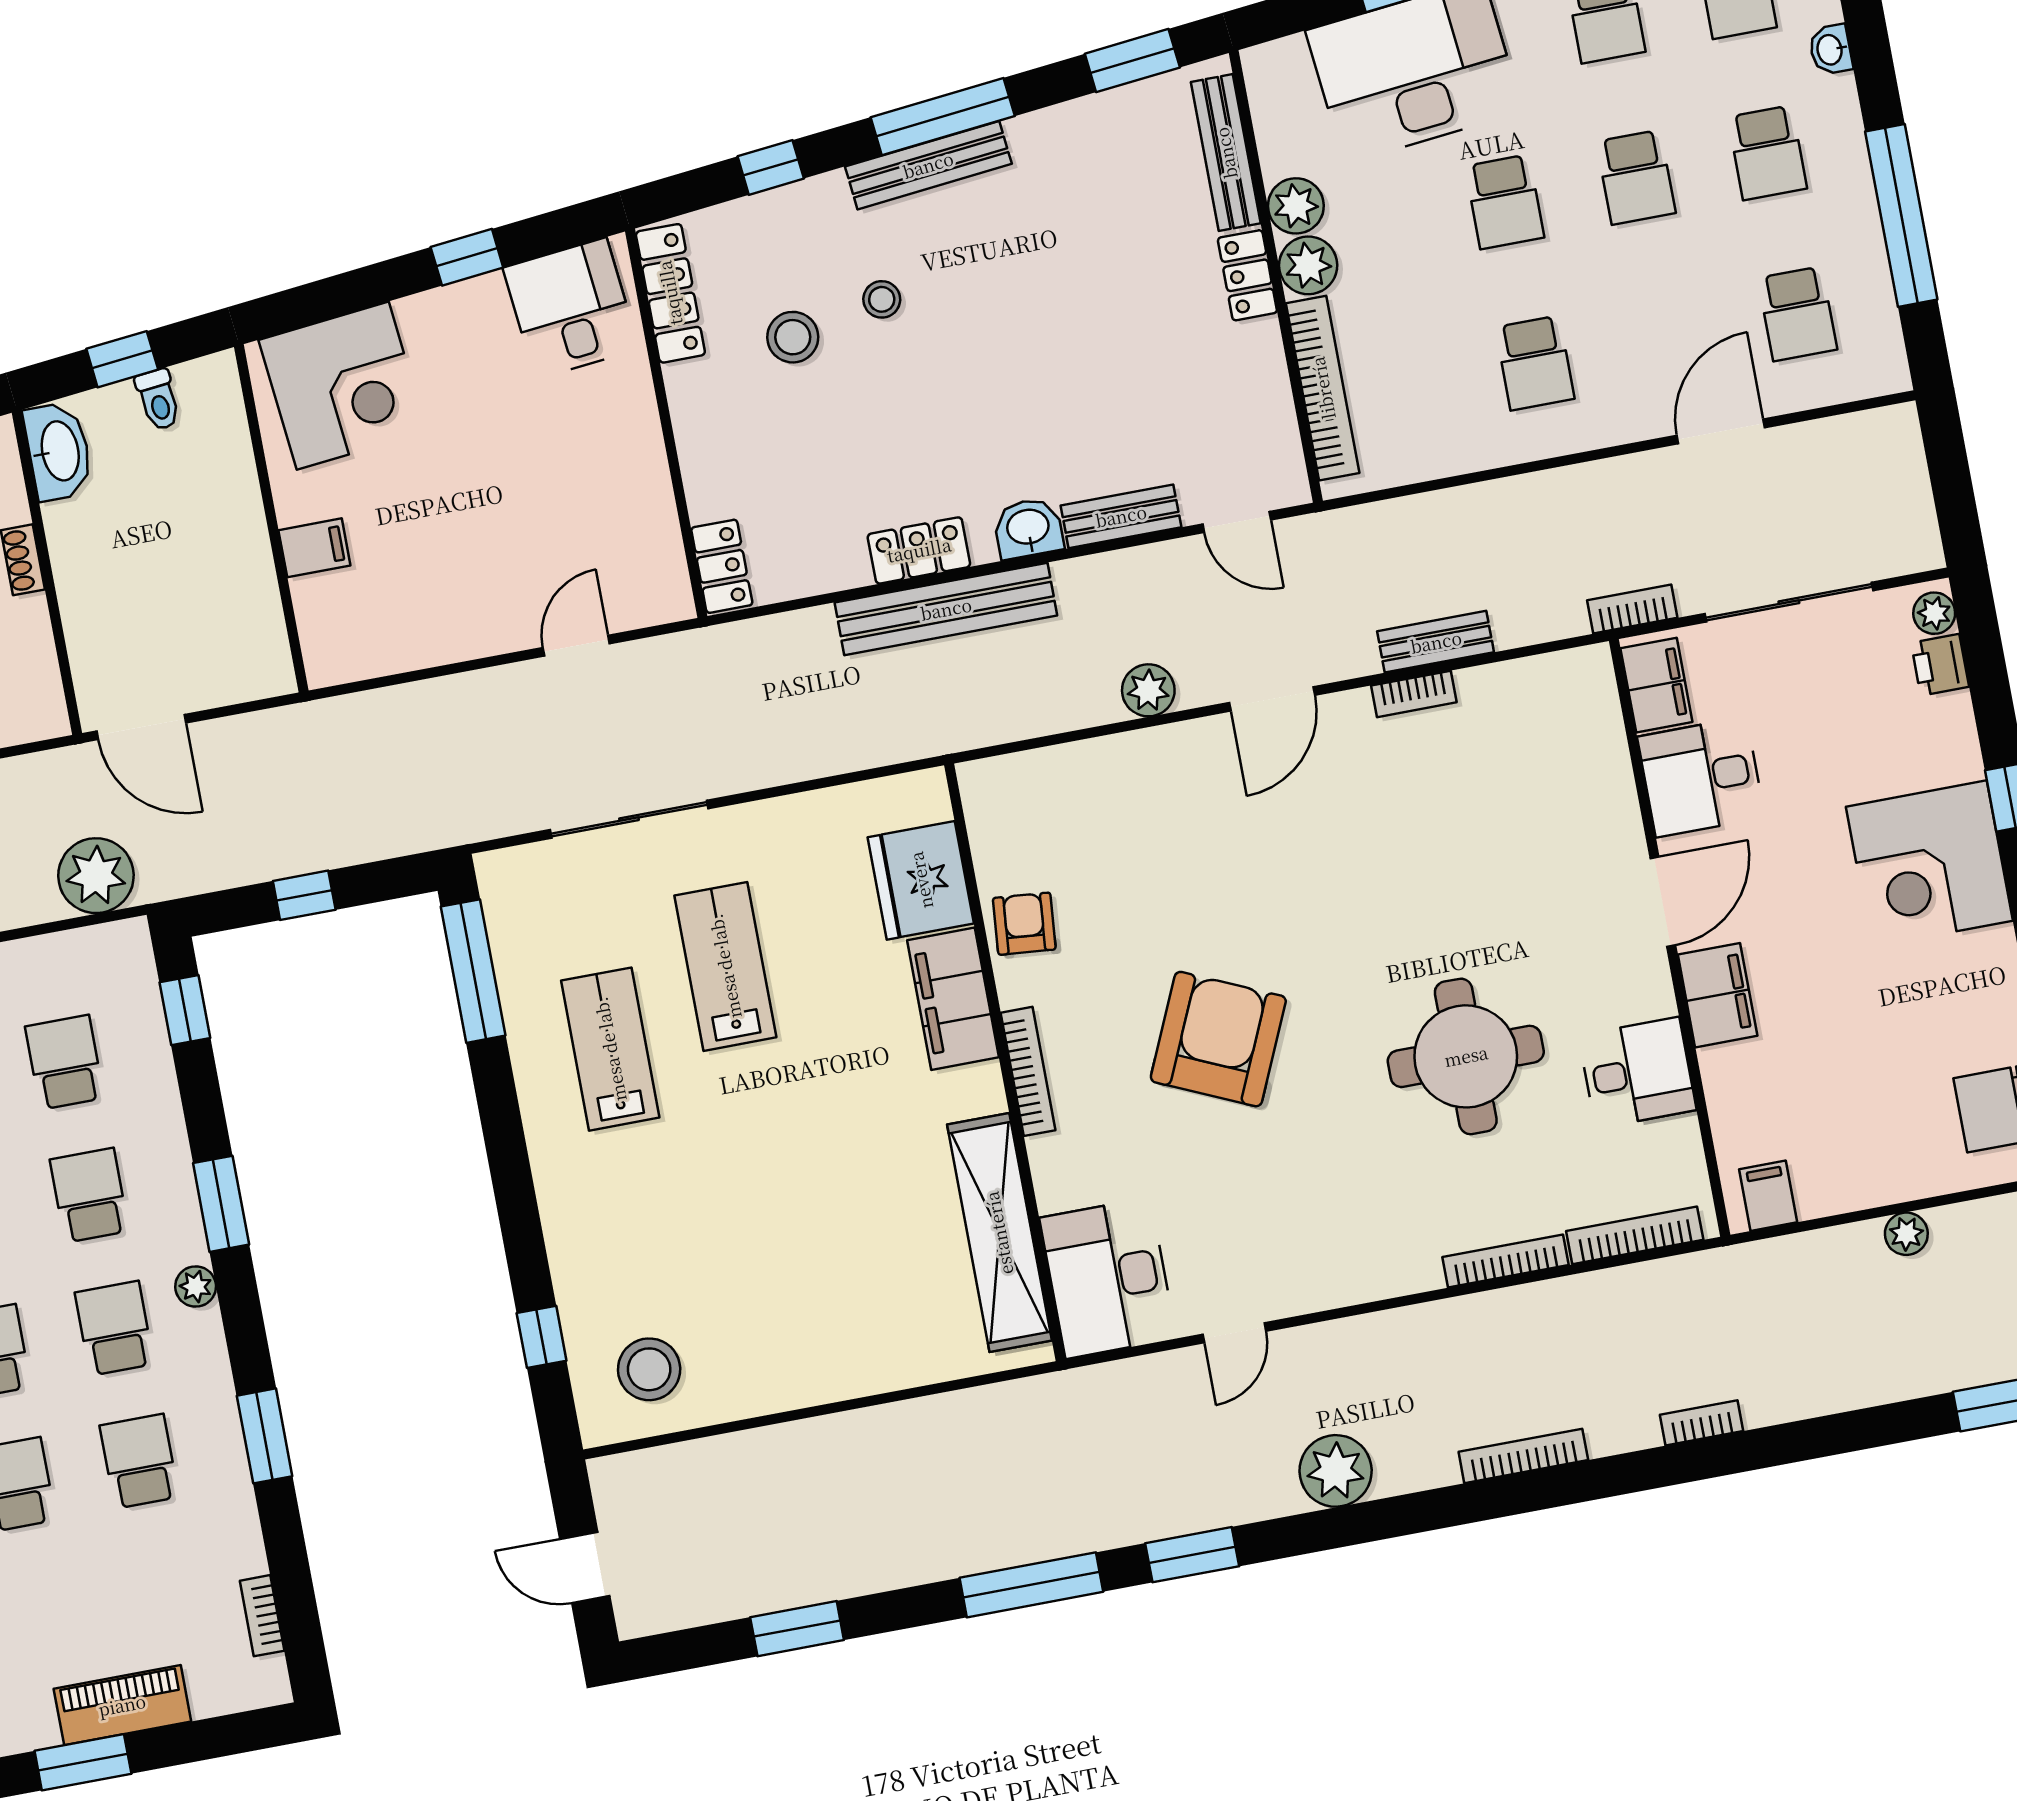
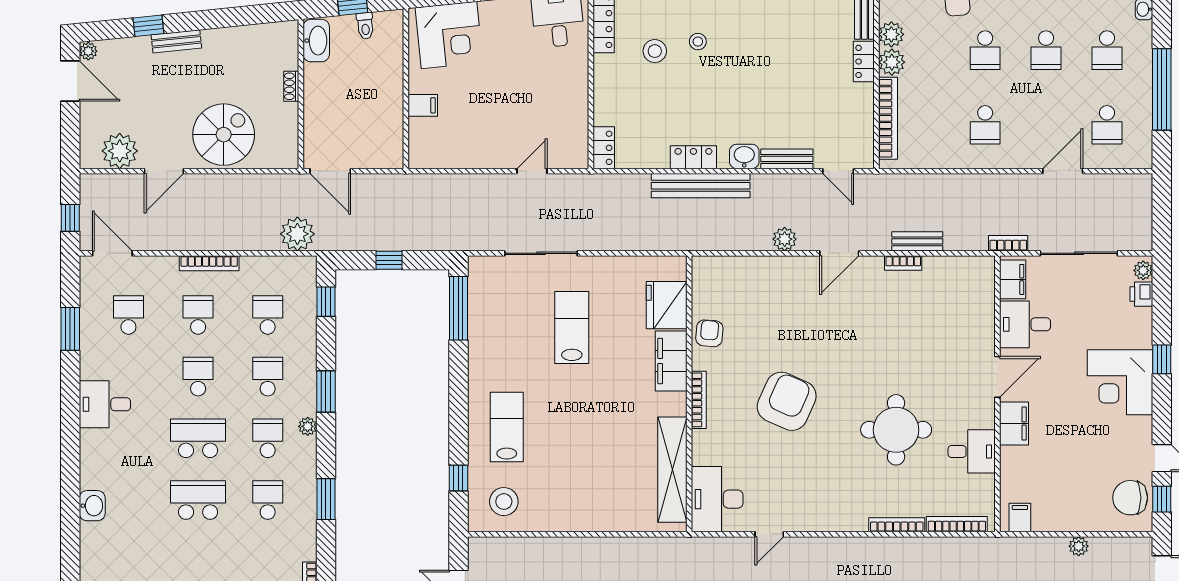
lab bench: (610, 1049) -> (507, 427), moved

